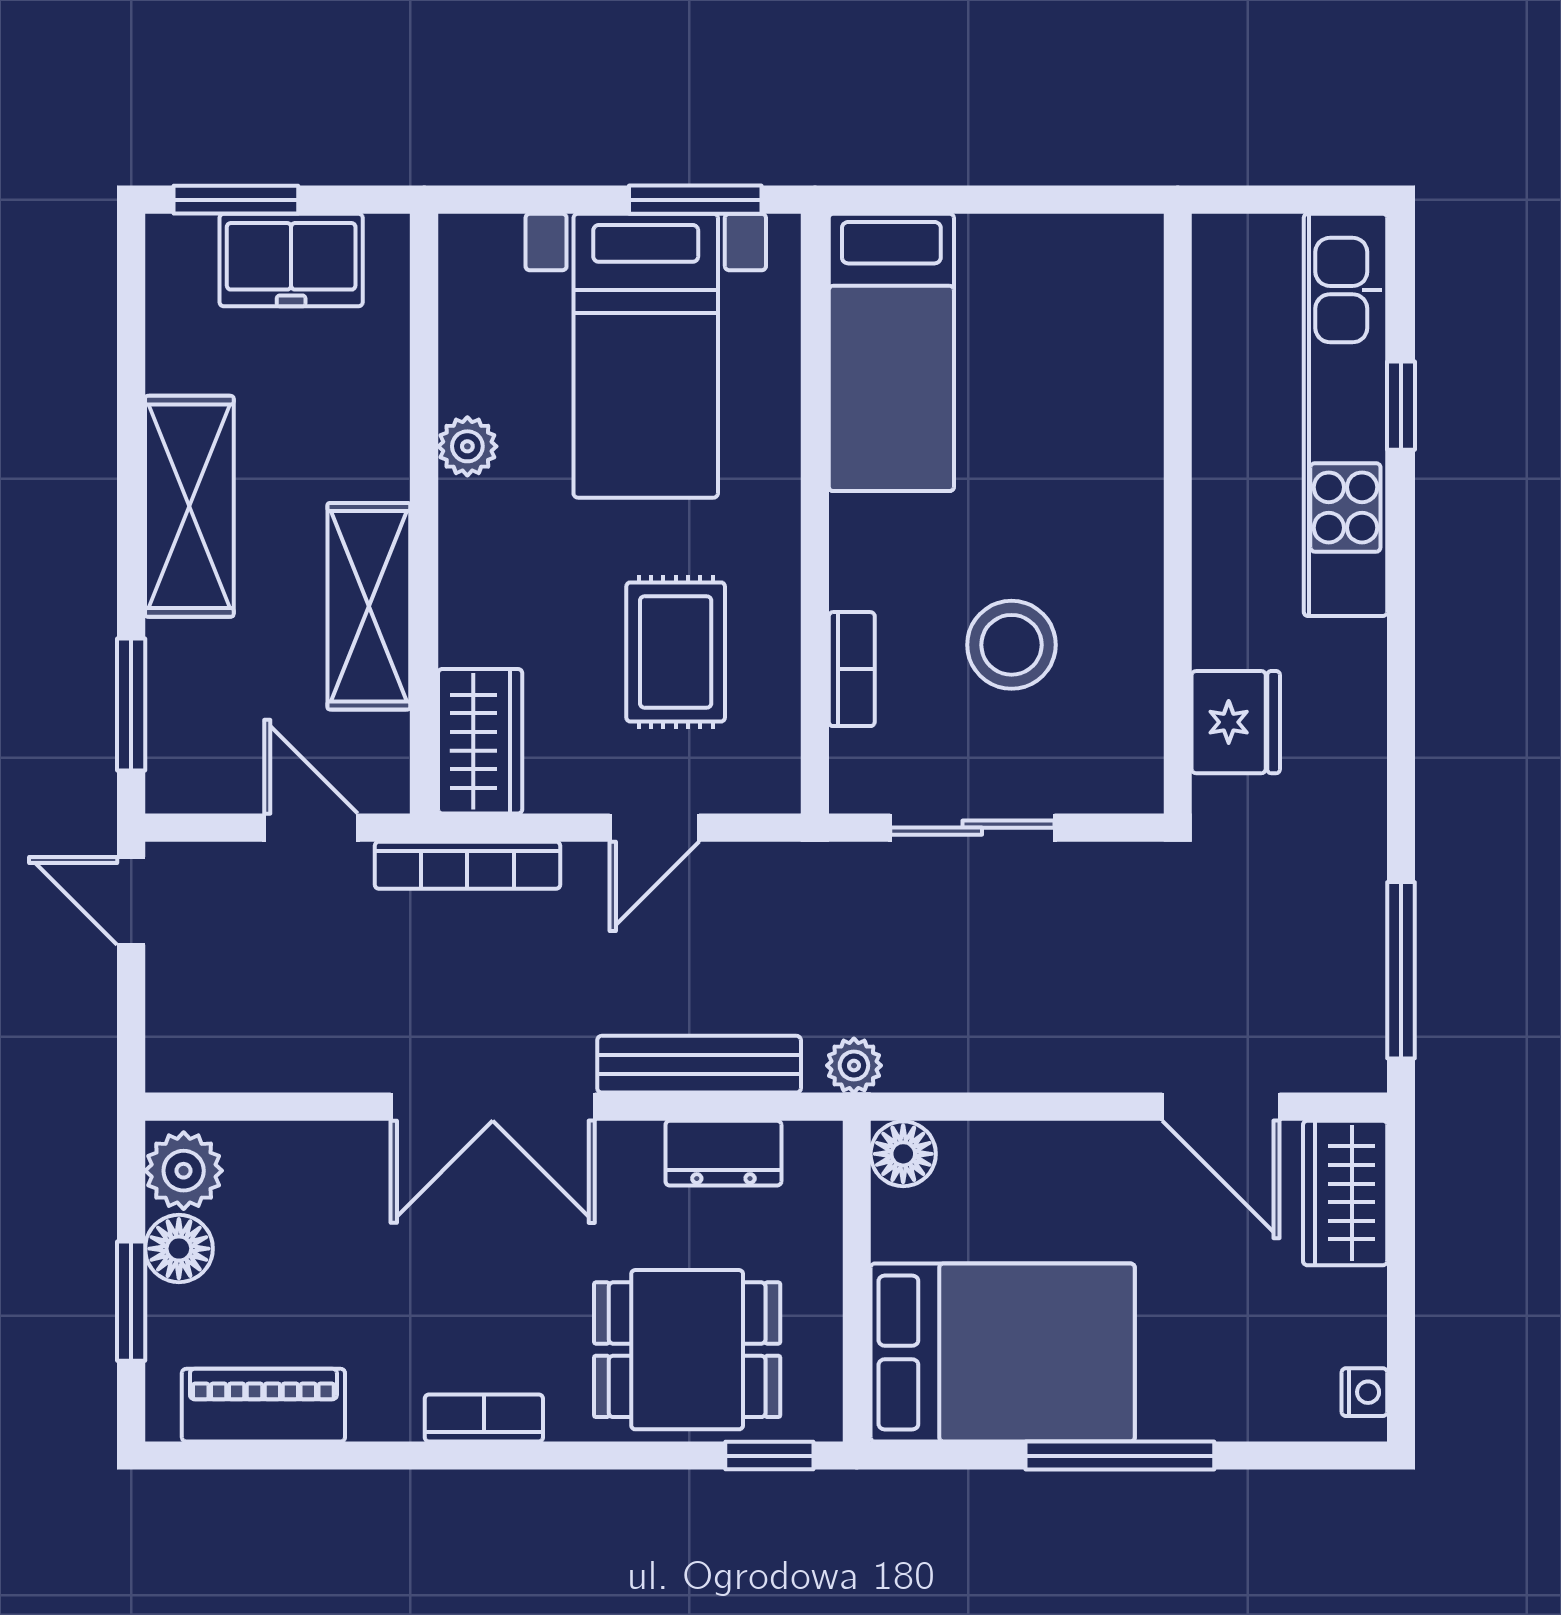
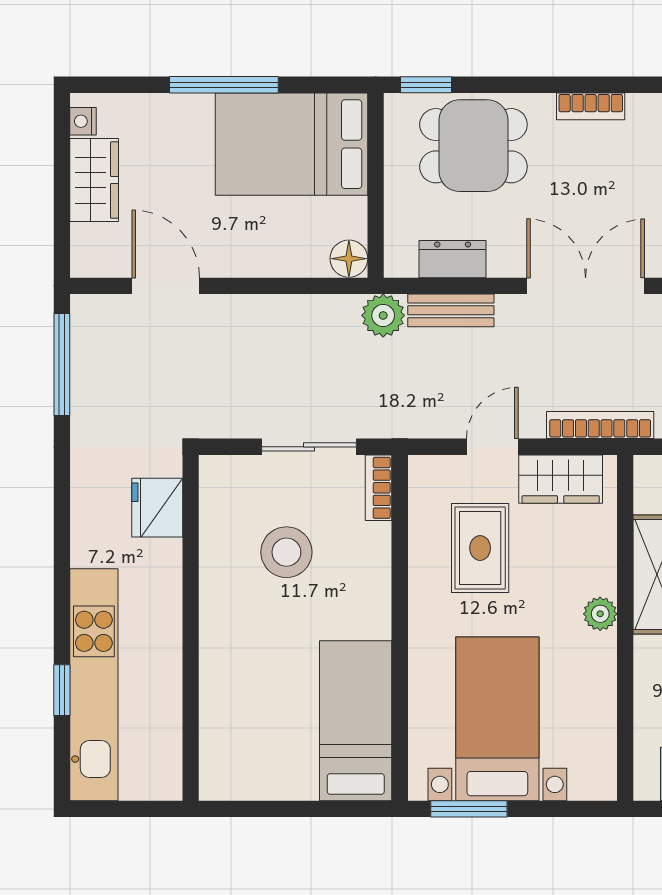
plant: (467, 446) -> (600, 614), moved
bookcase: (852, 669) -> (379, 488), moved
wardrobe: (480, 741) -> (561, 479), moved, turned -90
bench: (699, 1064) -> (451, 310), width x0.73
plant: (854, 1065) -> (383, 315), width x1.38, depth x1.38
wardrobe: (1345, 1193) -> (94, 180), moved

